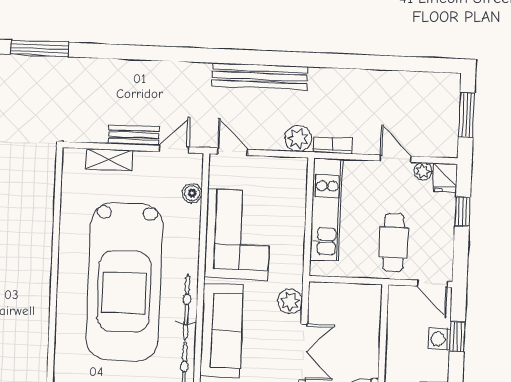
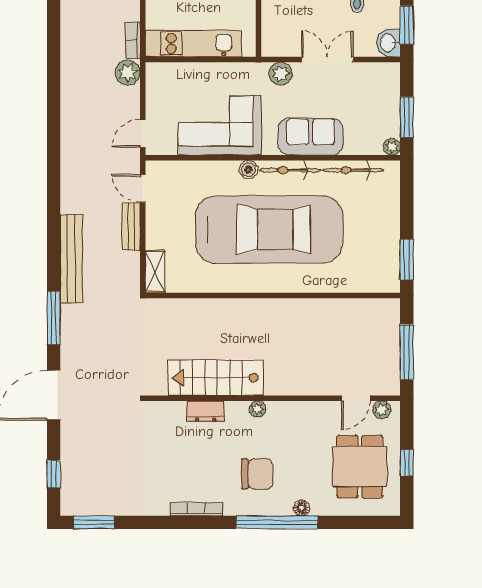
bench: (259, 76) -> (71, 259), moved
shelving: (109, 160) -> (155, 272), moved
boiler: (192, 193) -> (248, 170), moved
sofa: (222, 330) -> (311, 137), width x0.73

